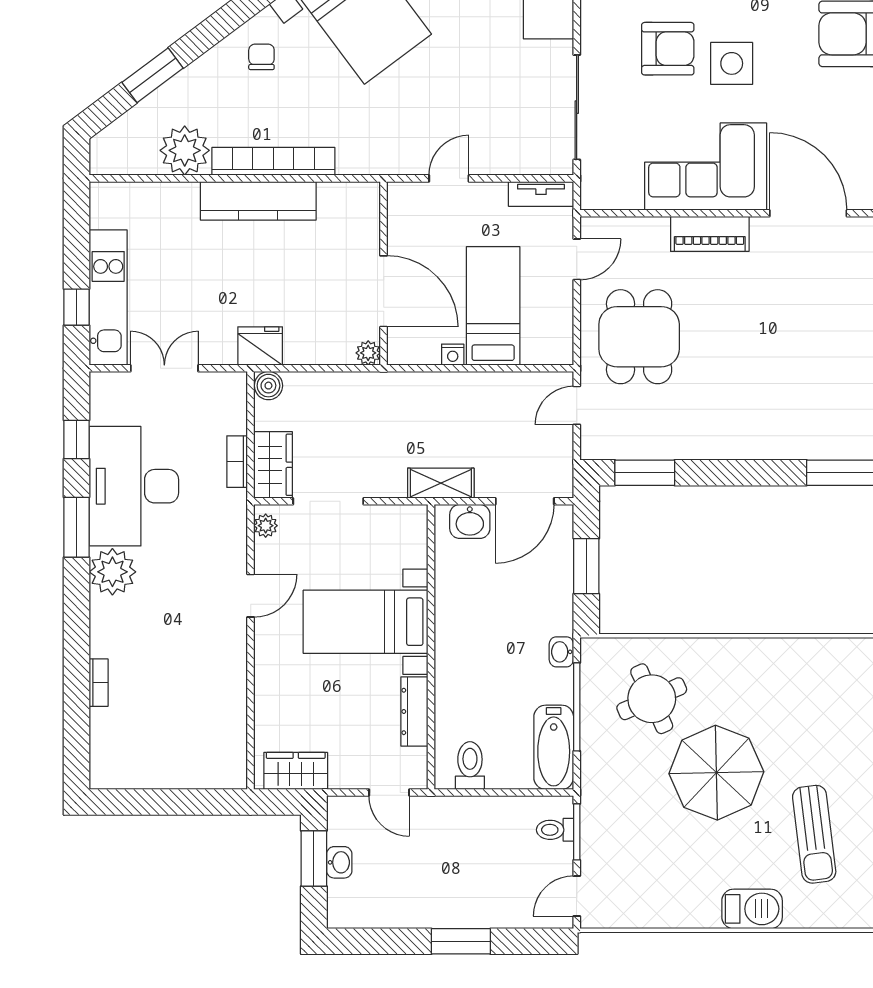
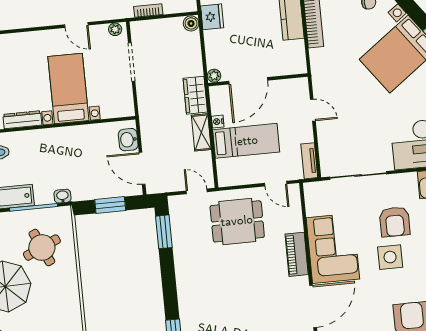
wardrobe: (273, 465) -> (195, 95), moved, turned 90
shelving: (441, 483) -> (201, 132), moved

